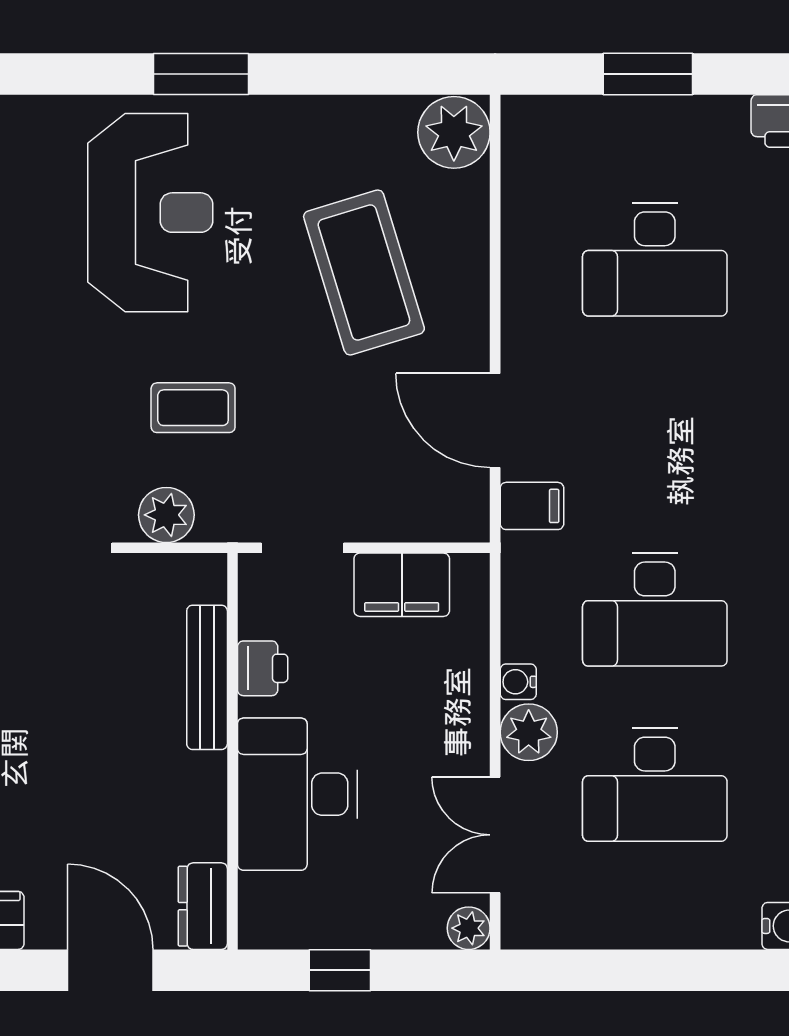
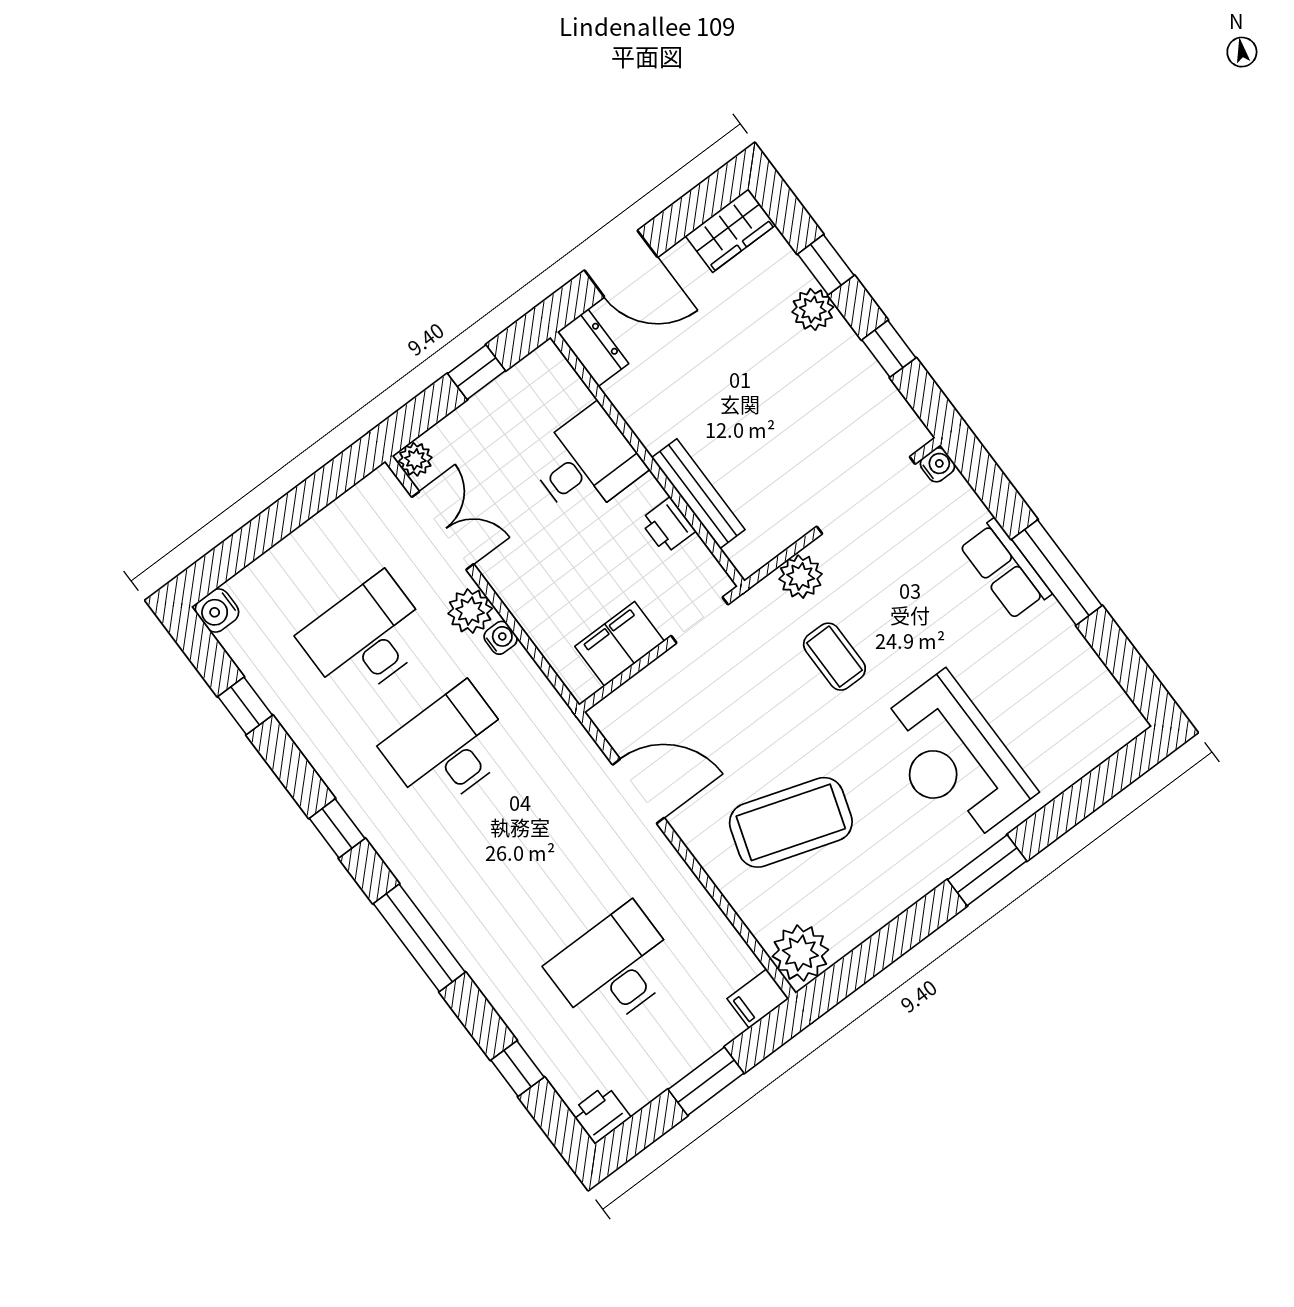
coffee table: (364, 273) -> (791, 822), turned -55
coffee table: (193, 408) -> (834, 657), turned 90
filing cabinet: (532, 506) -> (758, 999), moved
desk: (297, 794) -> (586, 463), width x0.73

